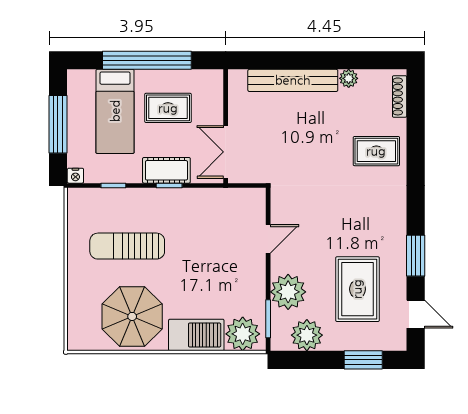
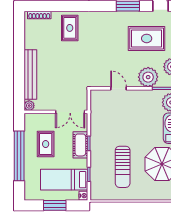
plant: (349, 78) -> (29, 106), moved
bed: (115, 111) -> (64, 180), moved, turned 180
window: (58, 124) -> (55, 205), width x0.69

